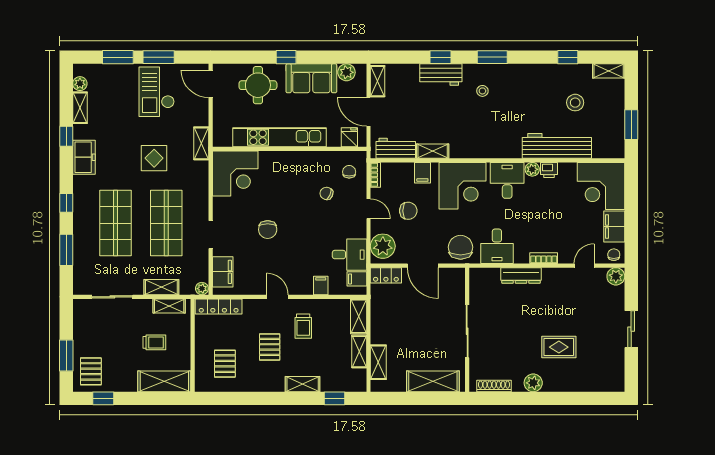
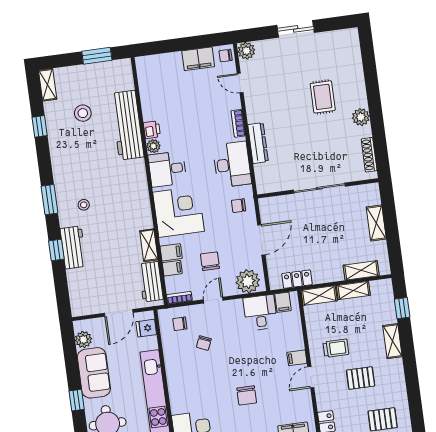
shelving: (378, 81) -> (88, 308), removed
filing cabinet: (406, 172) -> (172, 268), added
corner desk: (601, 186) -> (161, 77), removed
chair: (268, 230) -> (247, 395), turned 90
desk: (497, 246) -> (232, 164), width x1.37
chair: (461, 247) -> (239, 206), width x0.54, depth x0.54
locker: (386, 275) -> (297, 279), moved, turned -90
filing cabinet: (321, 285) -> (297, 358), moved
shelving: (433, 381) -> (376, 223), width x0.67, depth x0.75

